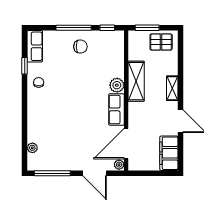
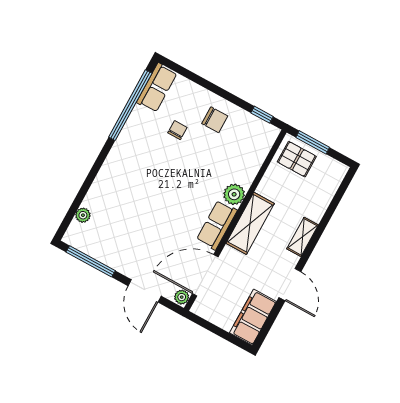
window: (74, 28) -> (219, 91), removed
pallet: (161, 42) -> (297, 159), moved
window: (25, 66) -> (130, 105), width x3.17
shelving: (136, 81) -> (250, 223), moved
chair: (39, 82) -> (177, 130), moved

